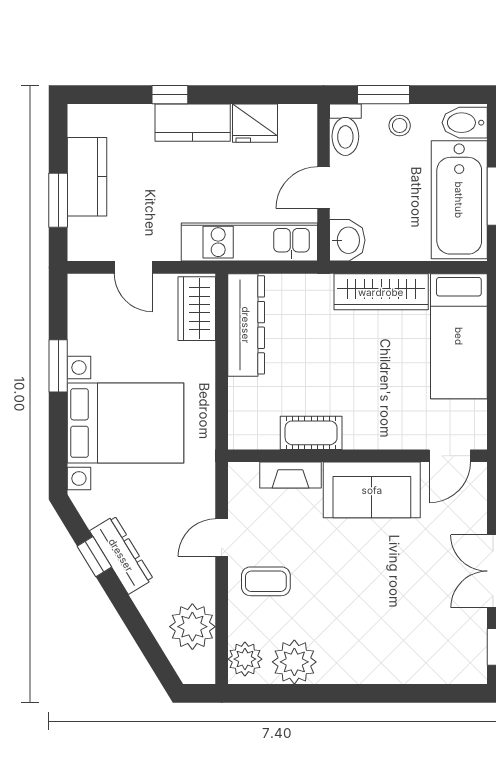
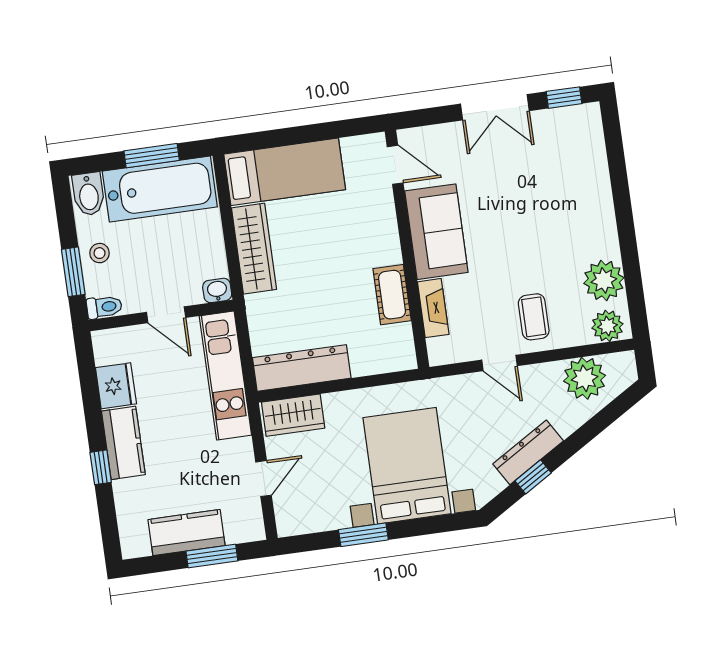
toilet: (345, 130) -> (104, 307), width x0.73, depth x0.72
washbasin: (347, 240) -> (217, 290), width x0.72, depth x0.69

